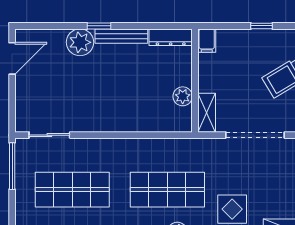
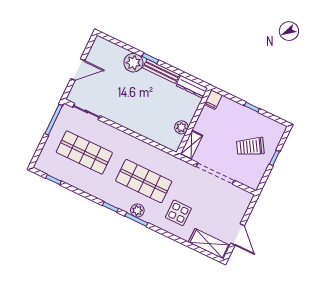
door: (12, 58) -> (78, 70), moved

